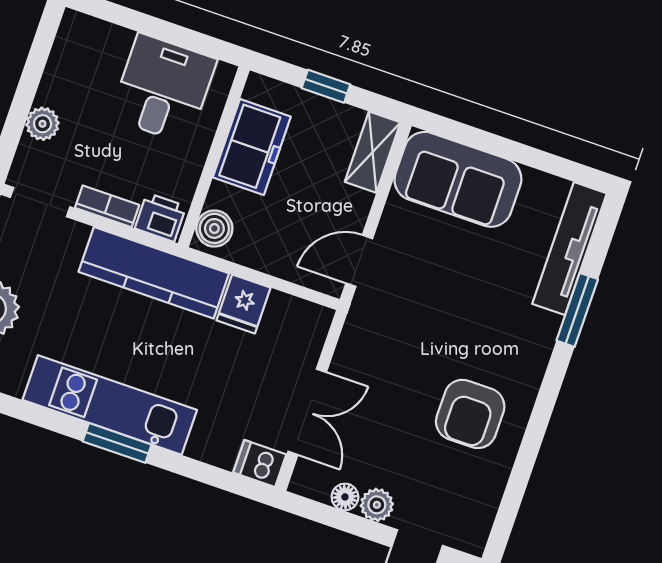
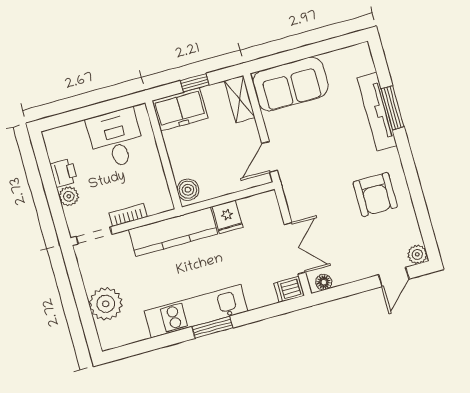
freezer: (252, 147) -> (180, 109), moved, turned 90
printer: (160, 217) -> (64, 173), moved, turned 90
tv unit: (570, 249) -> (377, 112), moved
floor lamp: (345, 497) -> (324, 282), moved
plant: (377, 505) -> (417, 254), moved

